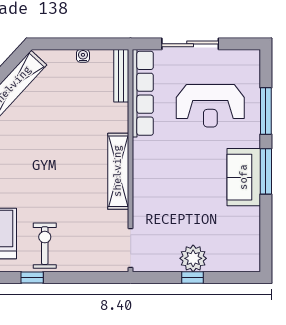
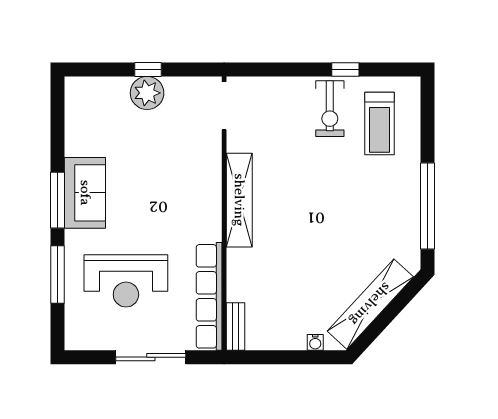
water cooler: (83, 56) -> (315, 342), moved
bench: (121, 76) -> (236, 326), width x0.73
reception desk: (210, 106) -> (126, 281), turned 180

